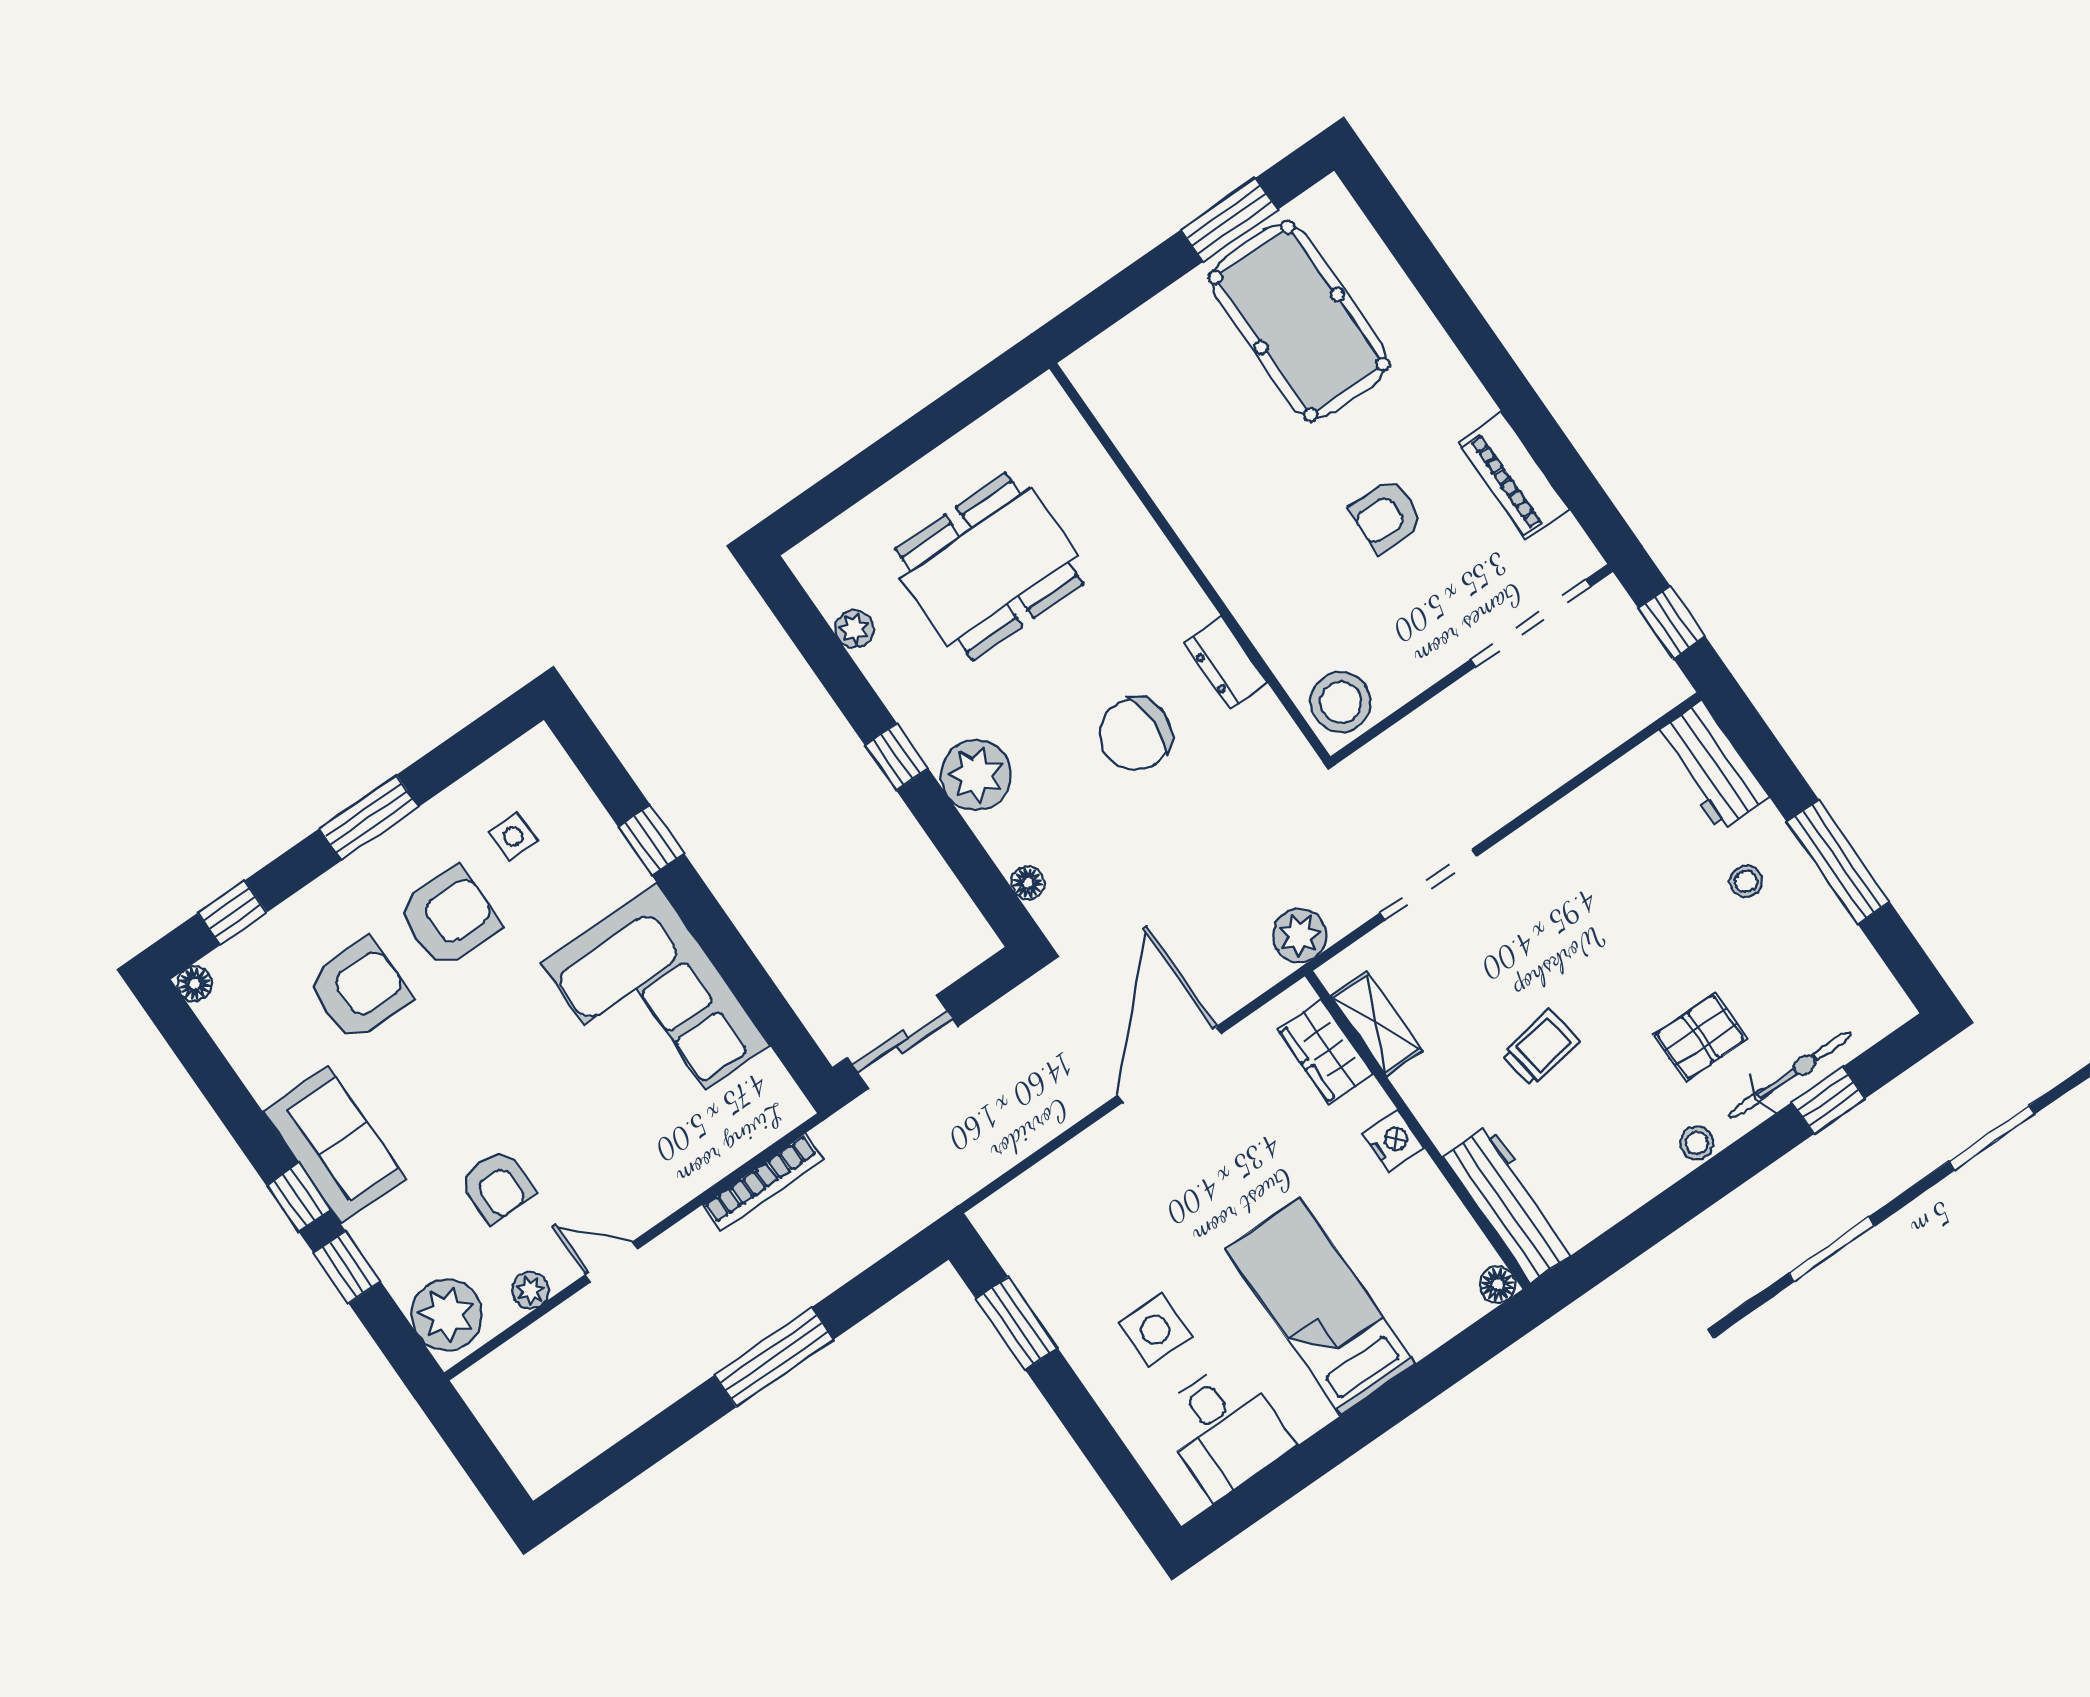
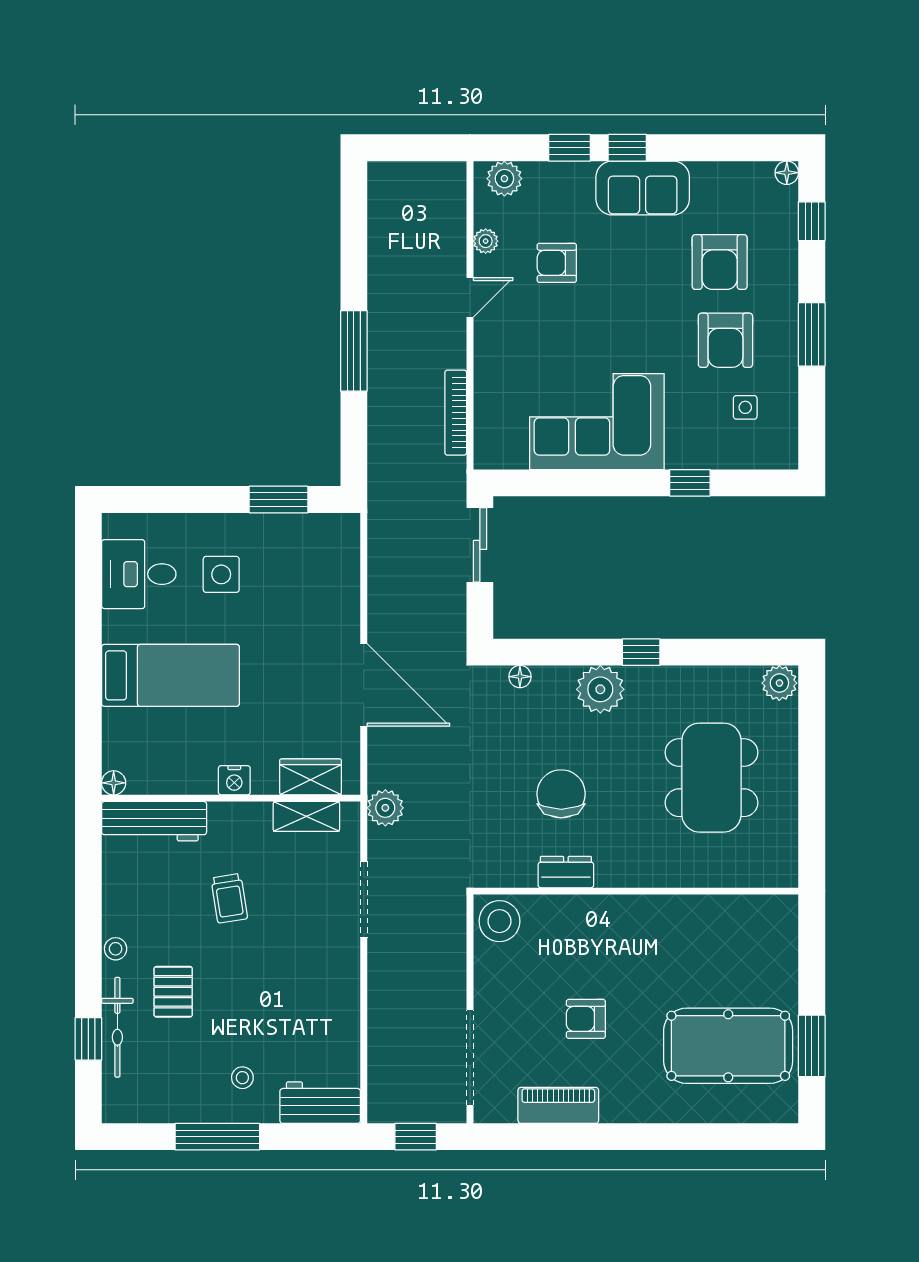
armchair: (1386, 516) -> (586, 1019), turned -90
plant: (854, 629) -> (779, 683), moved, width x1.38, depth x1.38
plant: (447, 1315) -> (504, 179), width x0.73, depth x0.73

